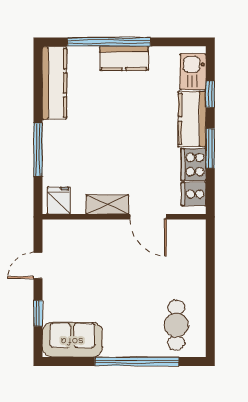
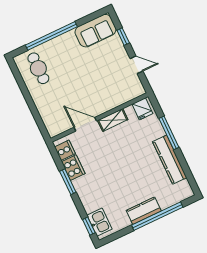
kitchen counter: (54, 83) -> (170, 160), moved
window: (210, 94) -> (89, 226), moved
kitchen counter: (192, 119) -> (87, 194), removed
door: (38, 265) -> (137, 65), hinge flipped

